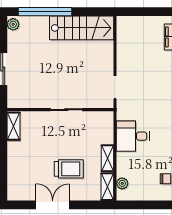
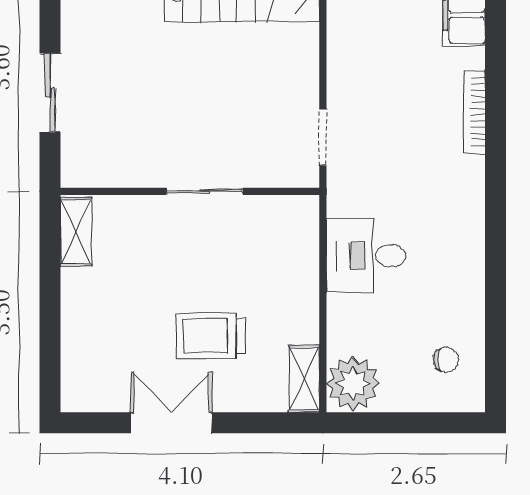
shelving: (107, 158) -> (305, 310), removed
trolley: (69, 169) -> (211, 336), turned 180
plant: (122, 183) -> (353, 383), width x1.88, depth x1.88

